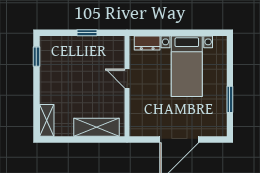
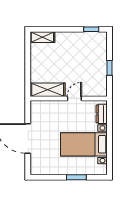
window: (230, 99) -> (76, 177), moved
shelving: (97, 127) -> (48, 90), moved, turned 90

